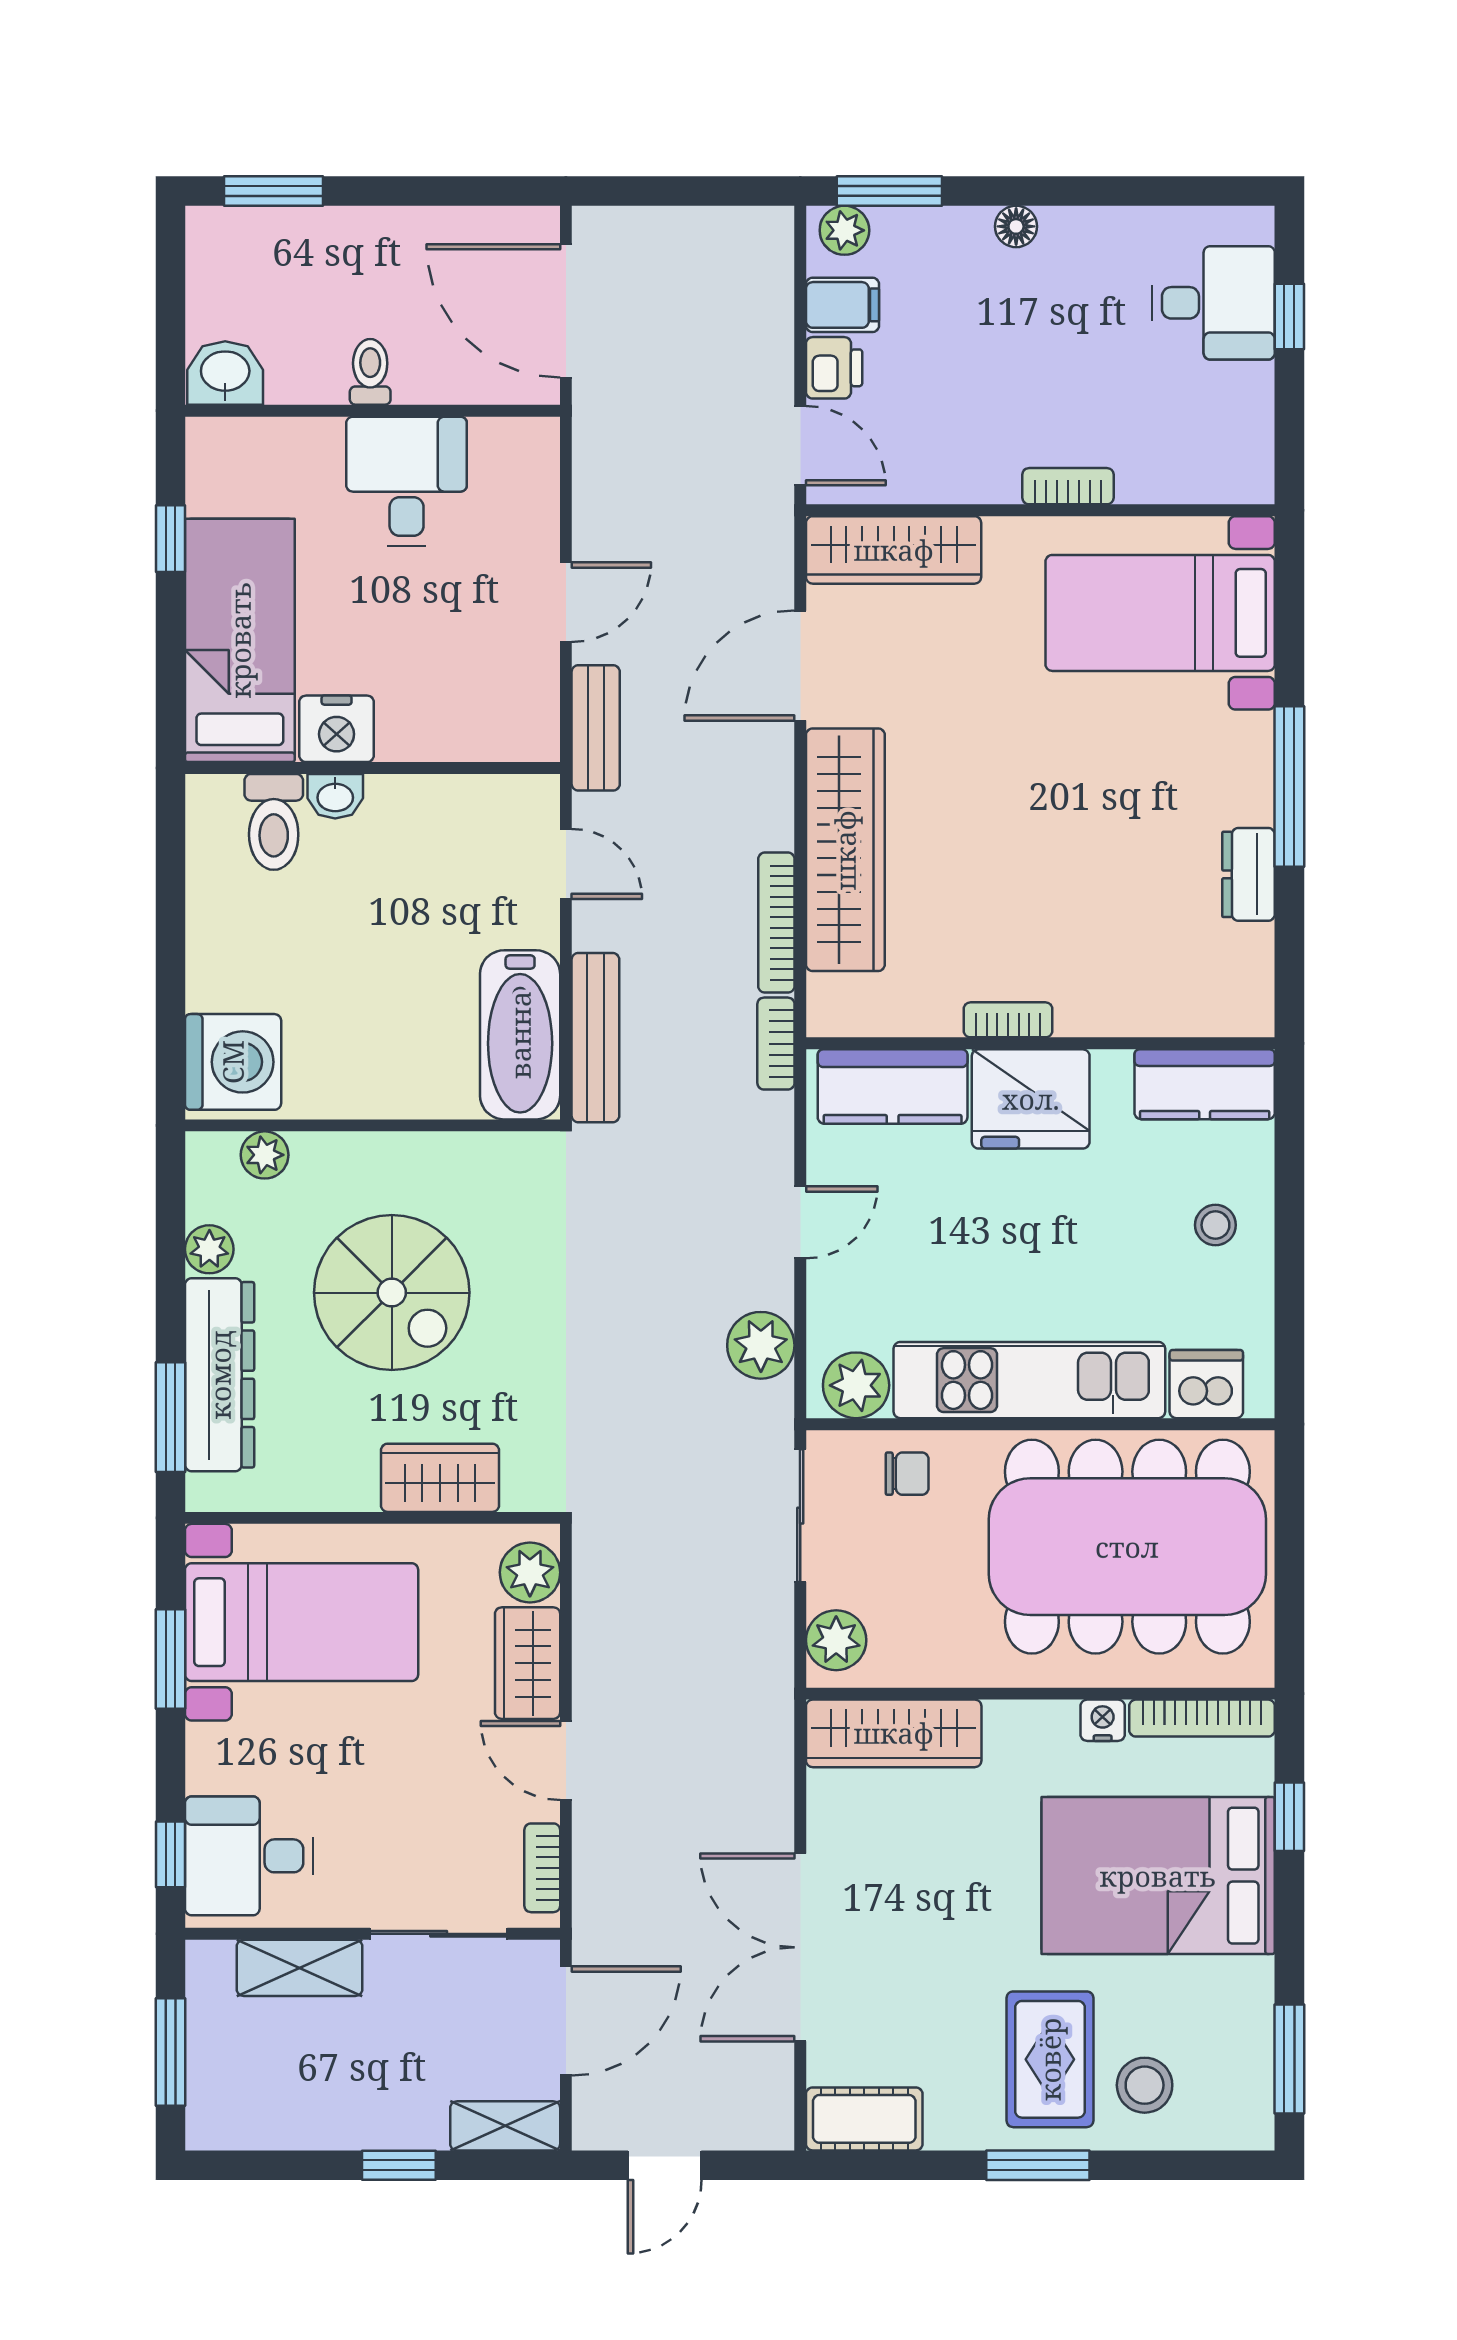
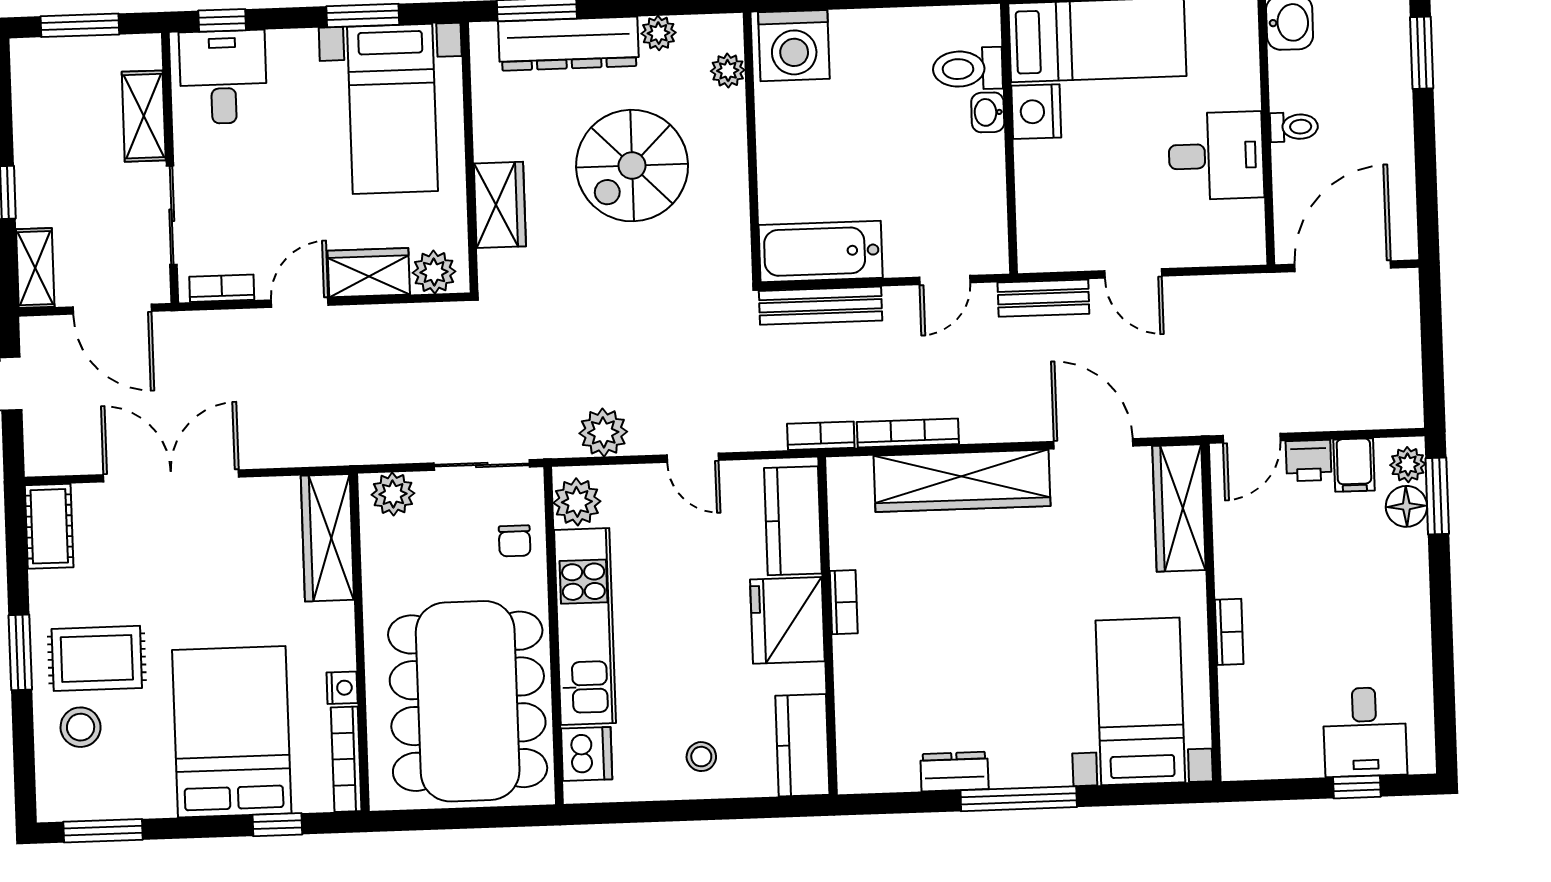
floor lamp: (1016, 226) -> (1406, 506), moved, width x1.37, depth x1.37

